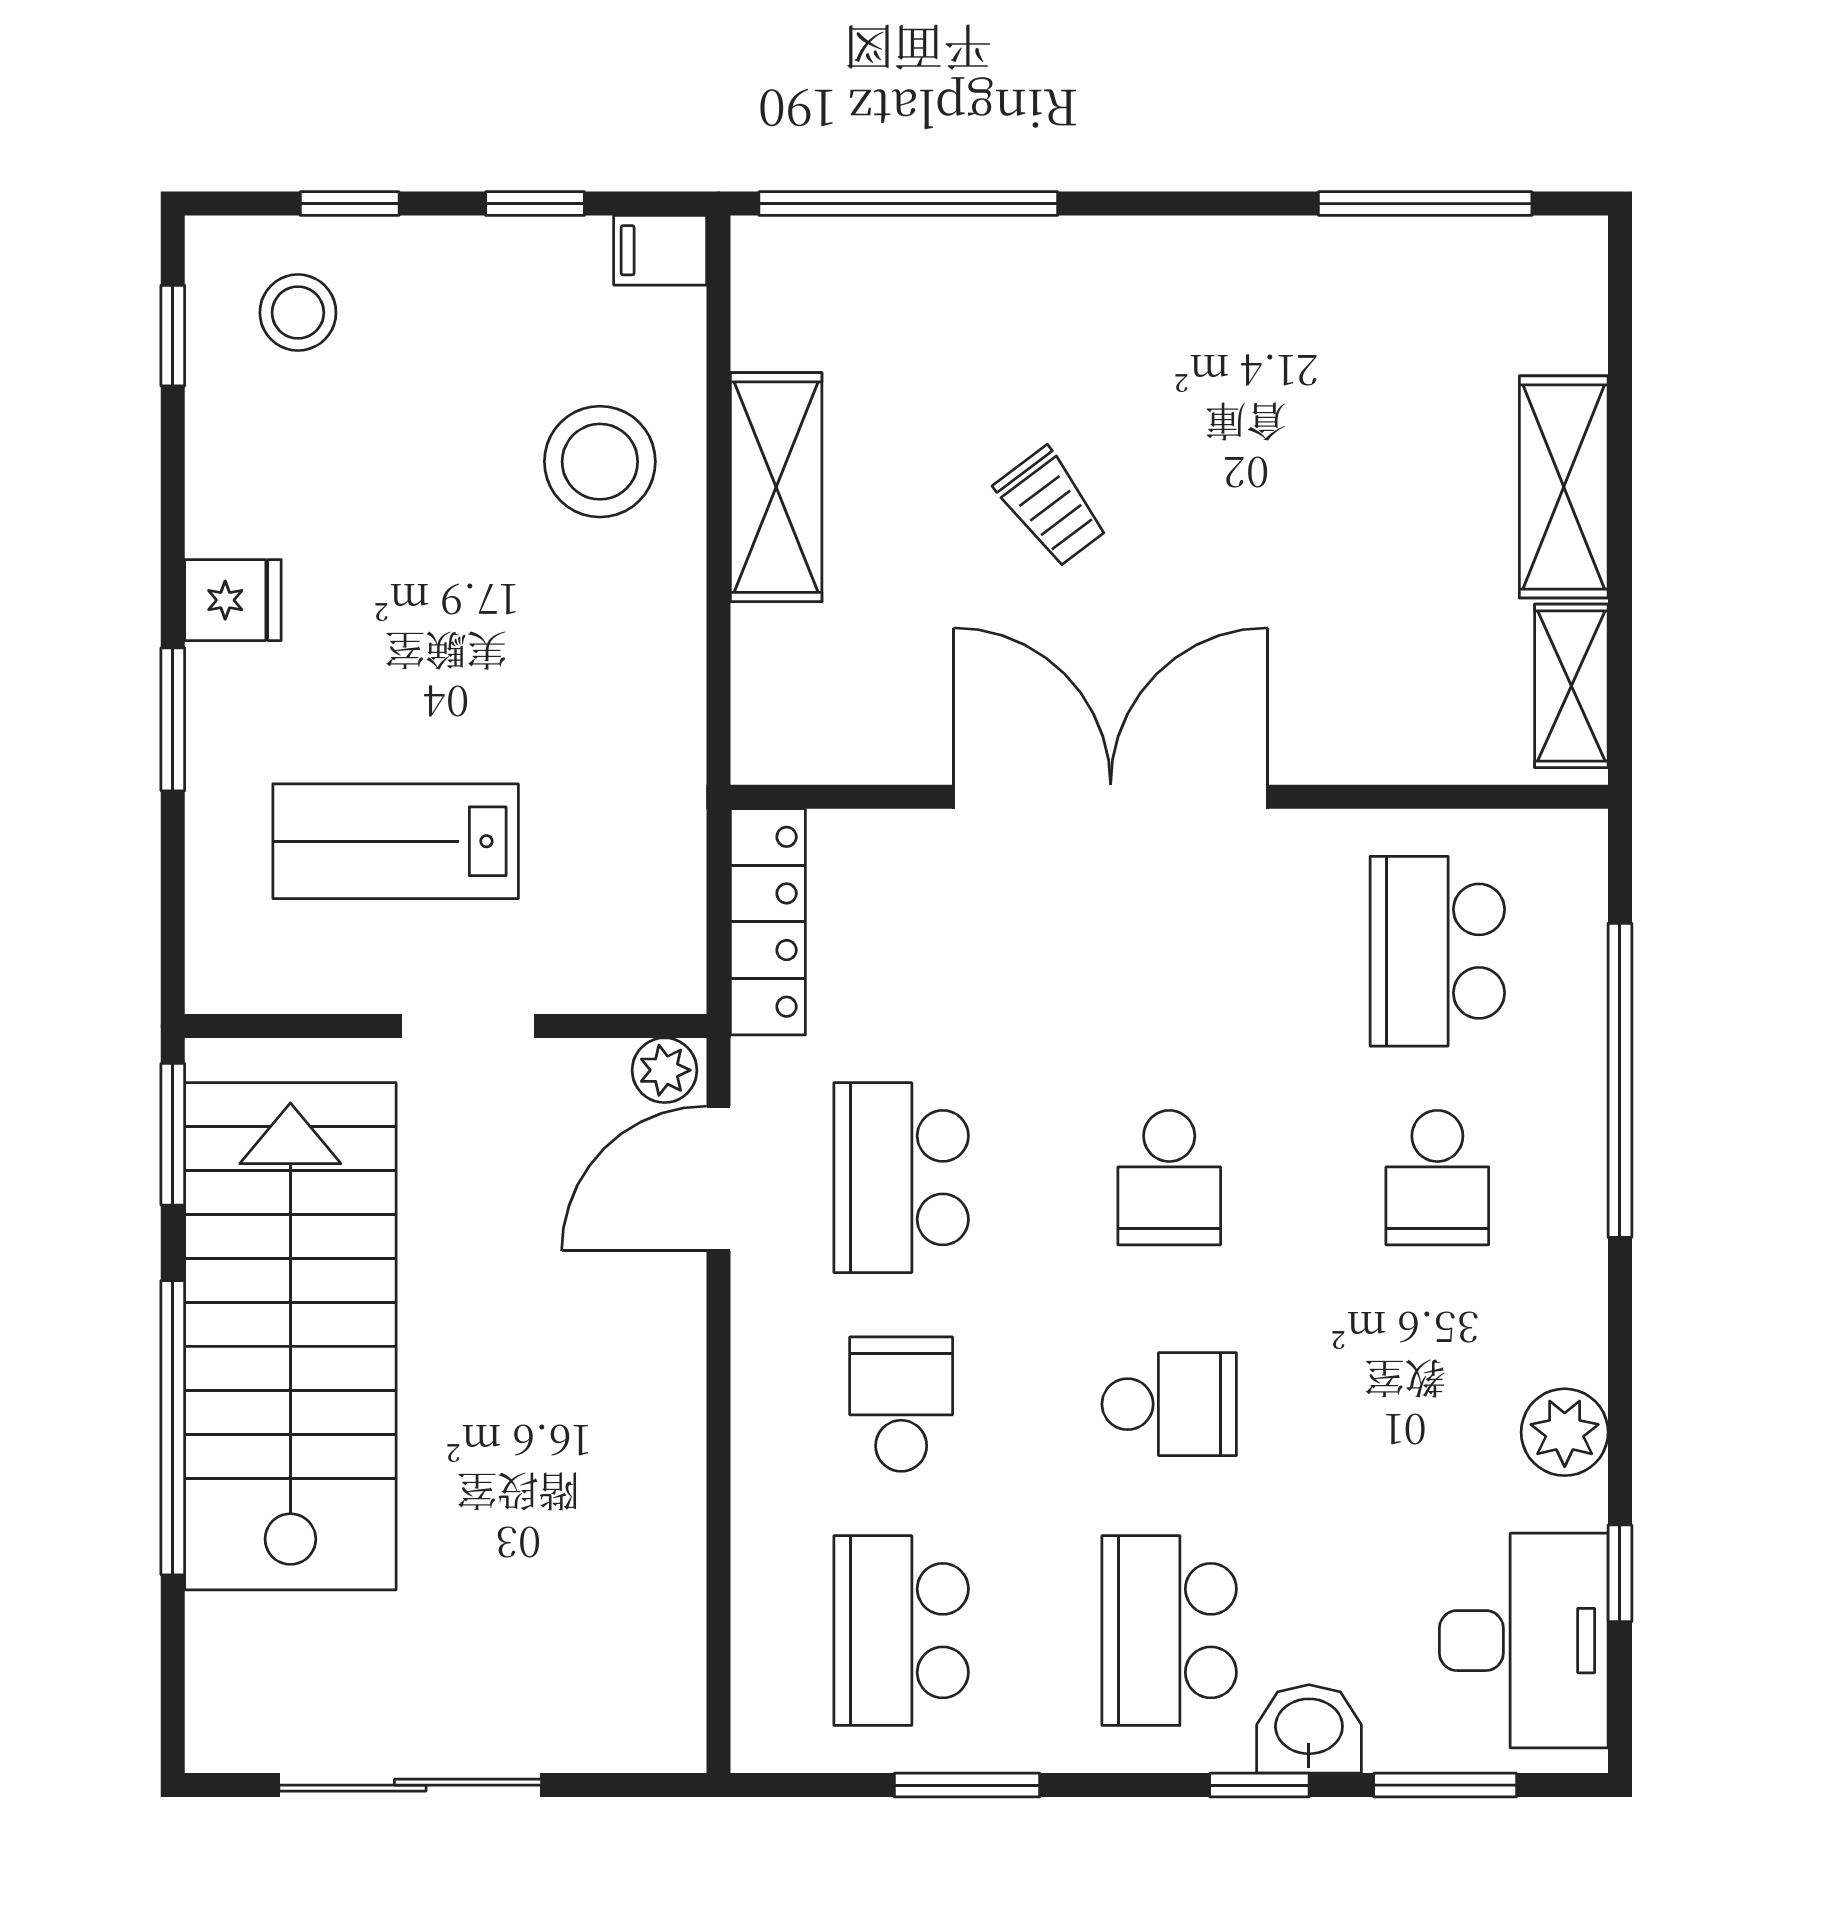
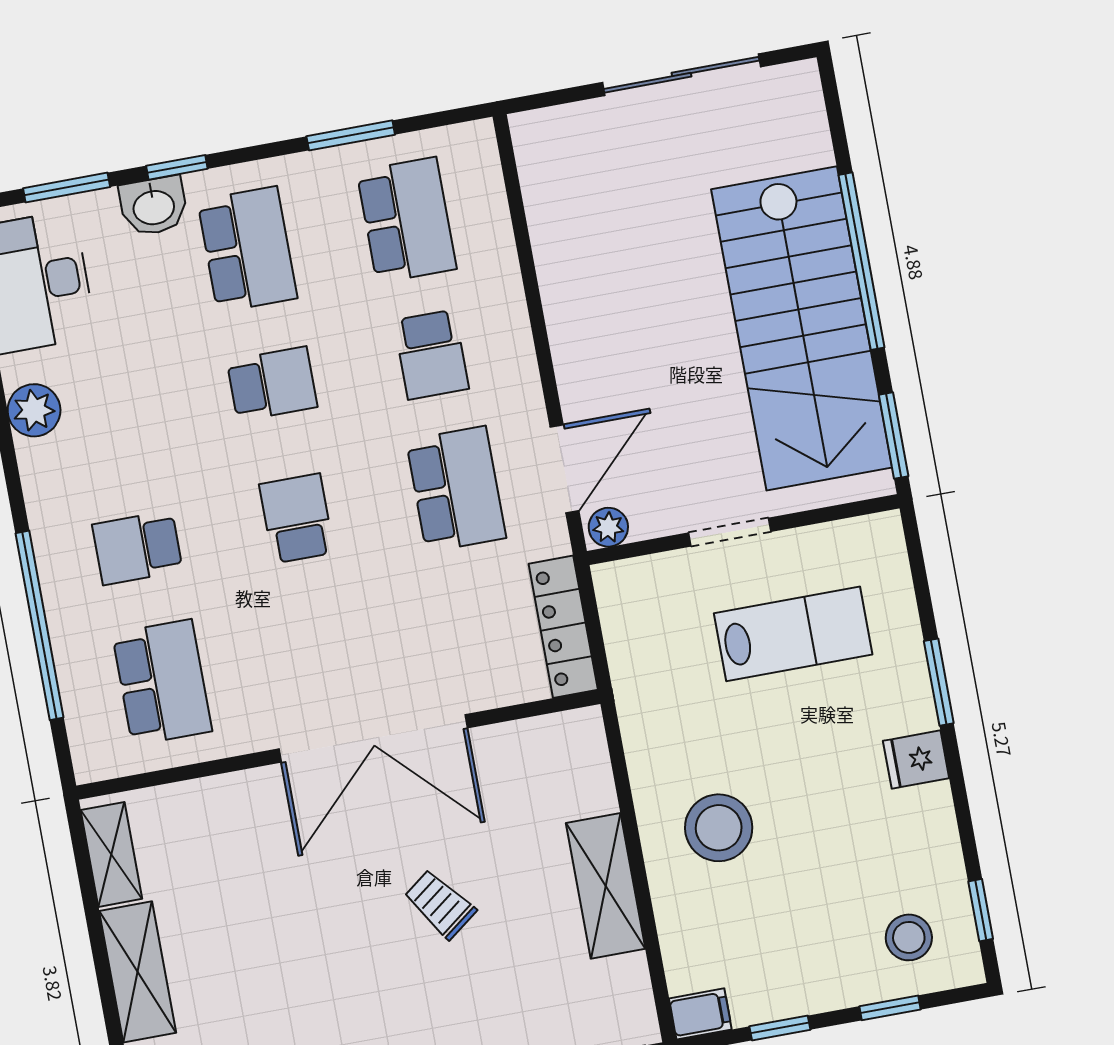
stool: (600, 462) -> (719, 828), moved
school desk: (1437, 1178) -> (137, 548), turned -90
school desk: (1169, 1404) -> (272, 384), turned 180

